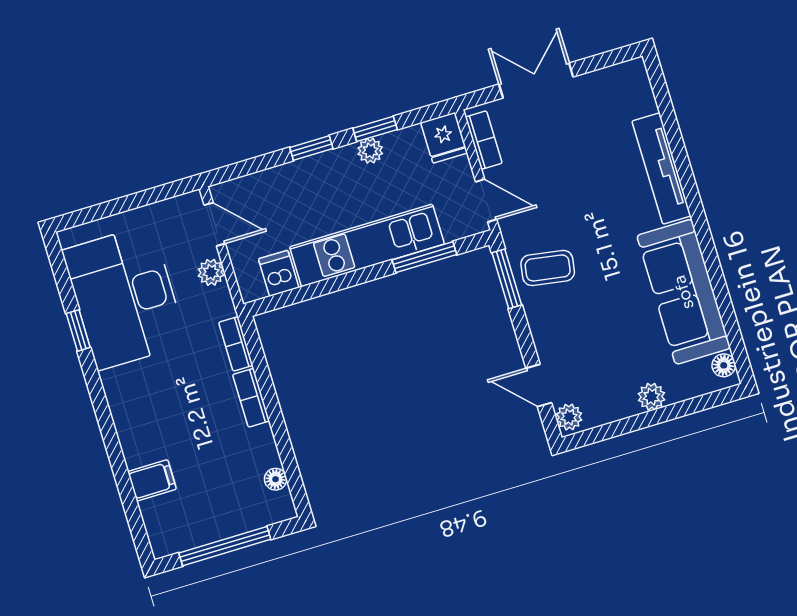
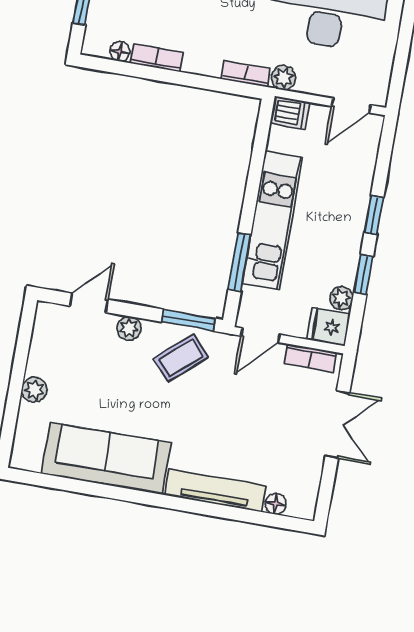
plant: (370, 151) -> (341, 298), moved
coffee table: (548, 268) -> (181, 358), turned 40
plant: (211, 272) -> (283, 78), moved
dishwasher: (279, 273) -> (290, 113), moved
floor lamp: (724, 365) -> (276, 504), moved
bookcase: (251, 398) -> (157, 58), moved
plant: (569, 417) -> (129, 328), moved

